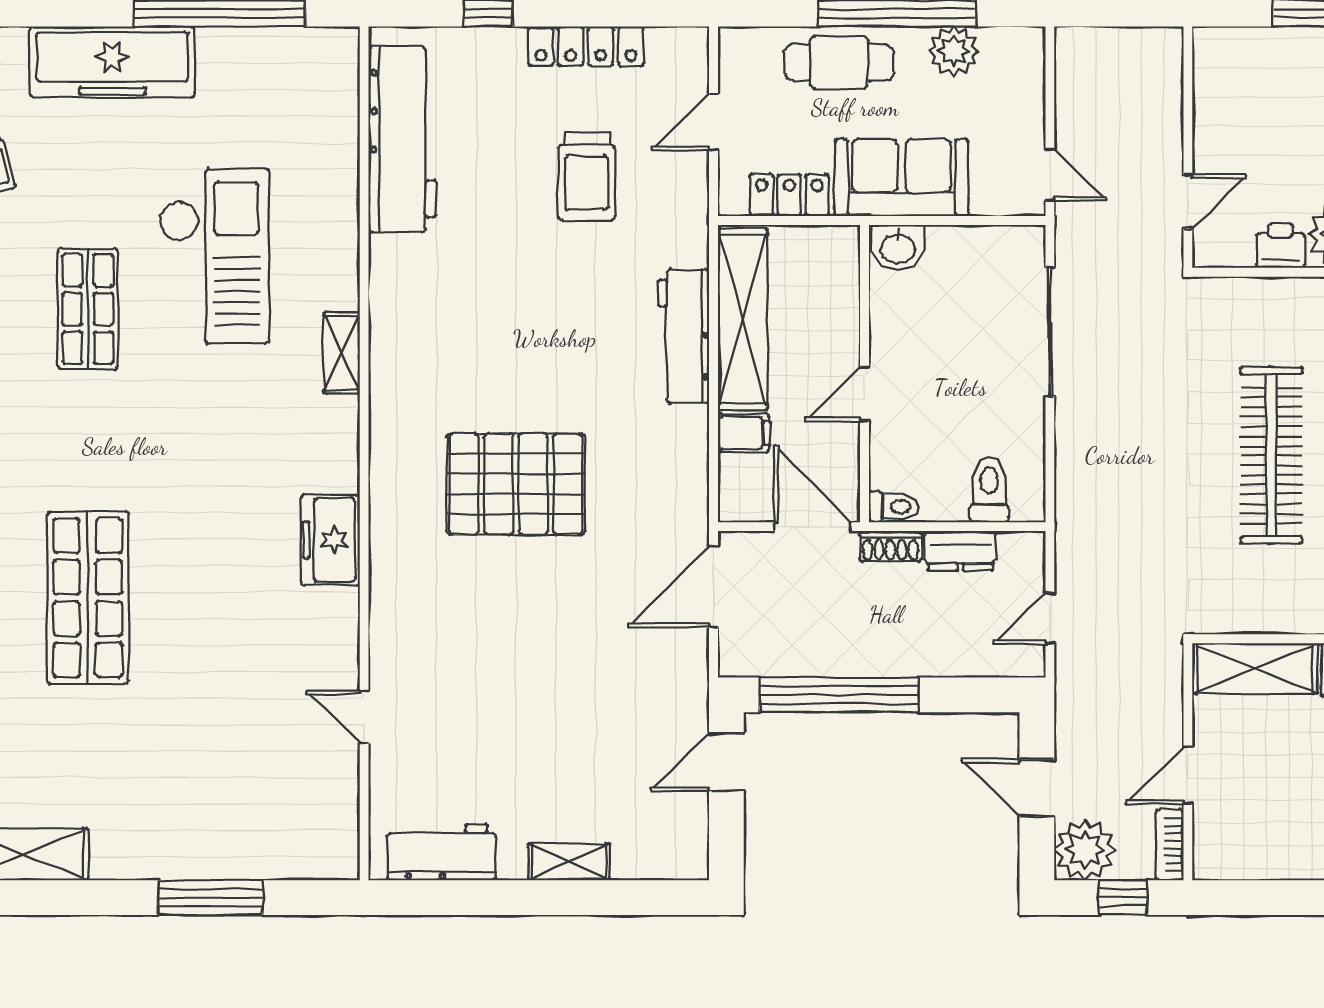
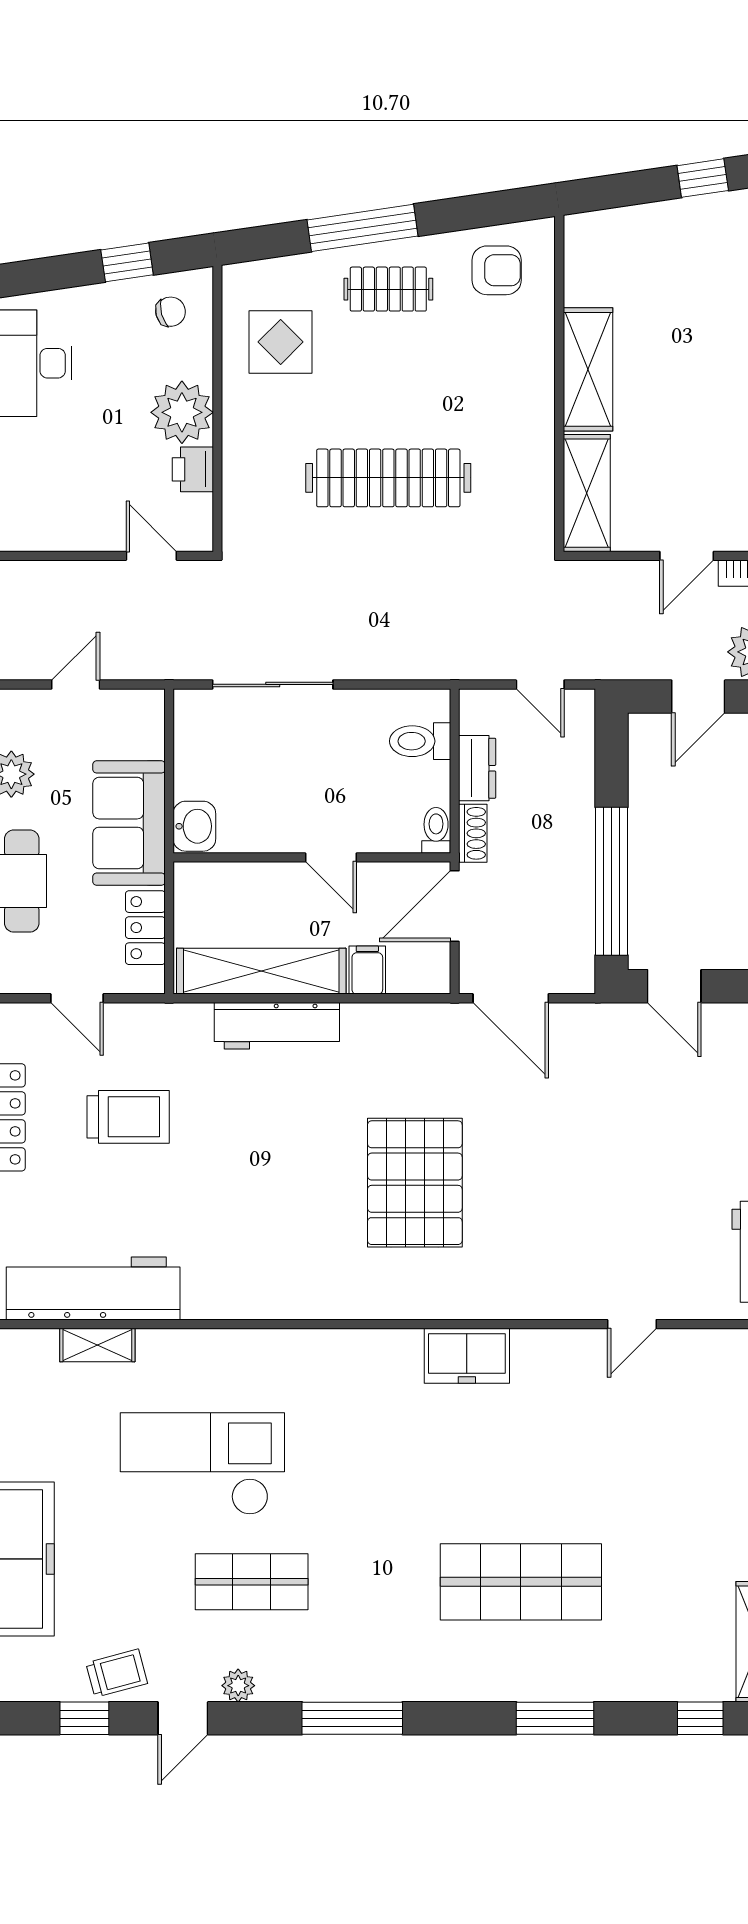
door: (1050, 175) -> (76, 684), moved
shelving: (342, 353) -> (97, 1345), moved
door: (1188, 775) -> (687, 556), hinge flipped

